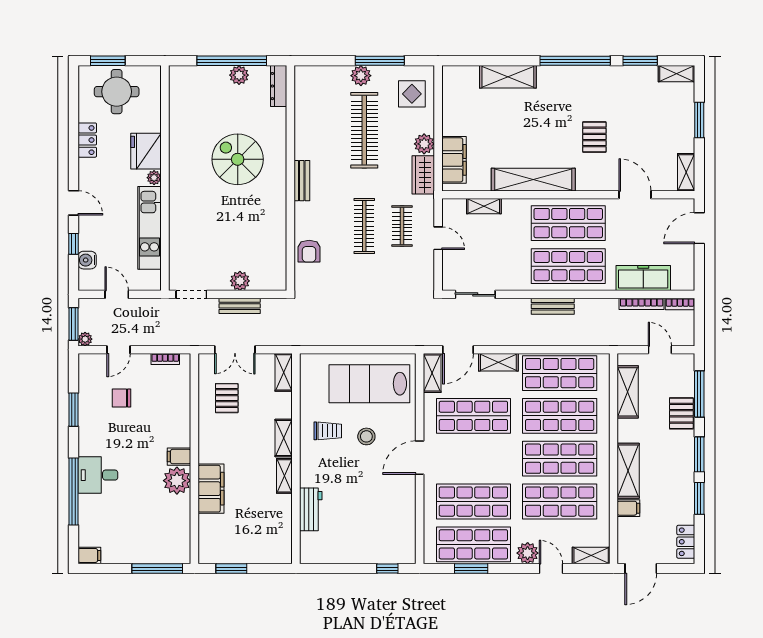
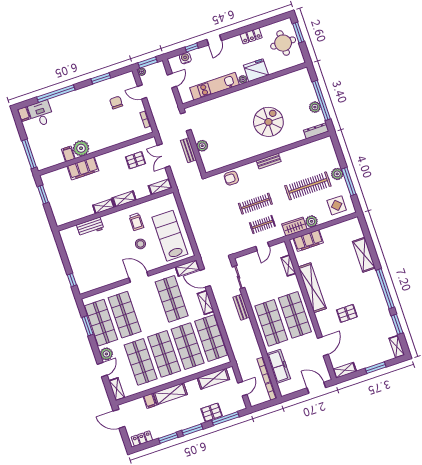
bench: (553, 306) -> (241, 307), moved
filing cabinet: (179, 457) -> (68, 154), moved
desk: (98, 475) -> (41, 114), moved

